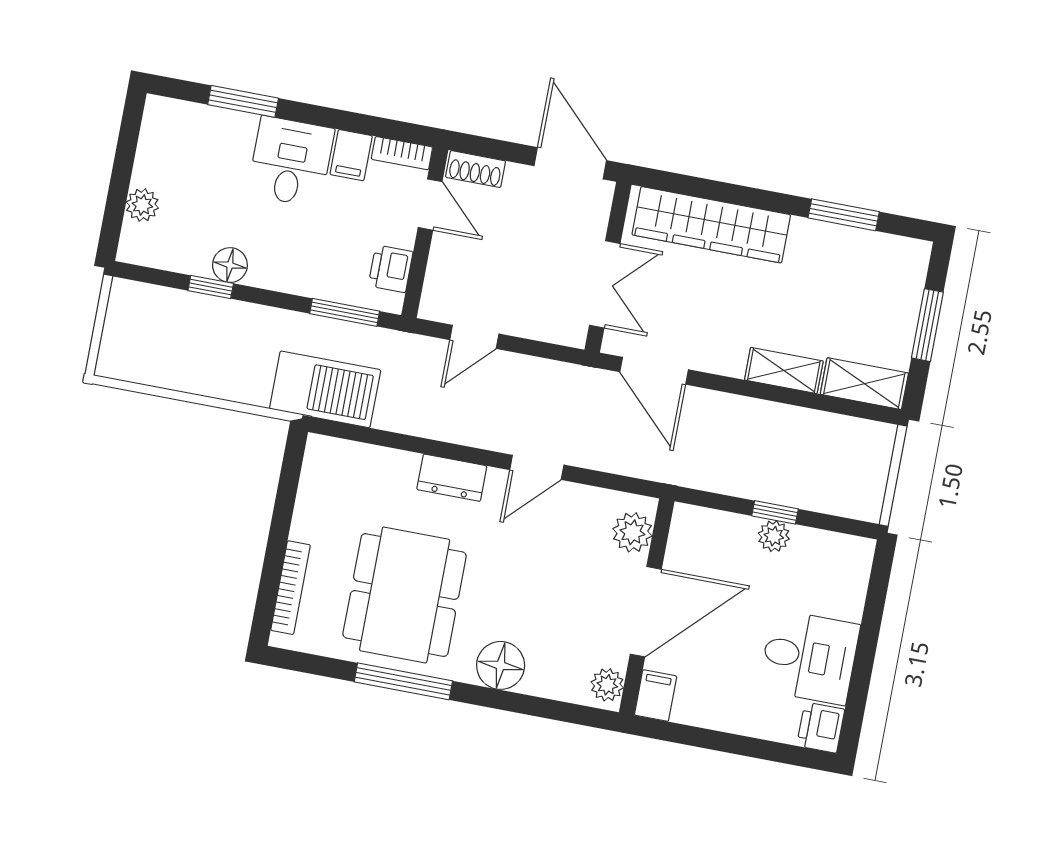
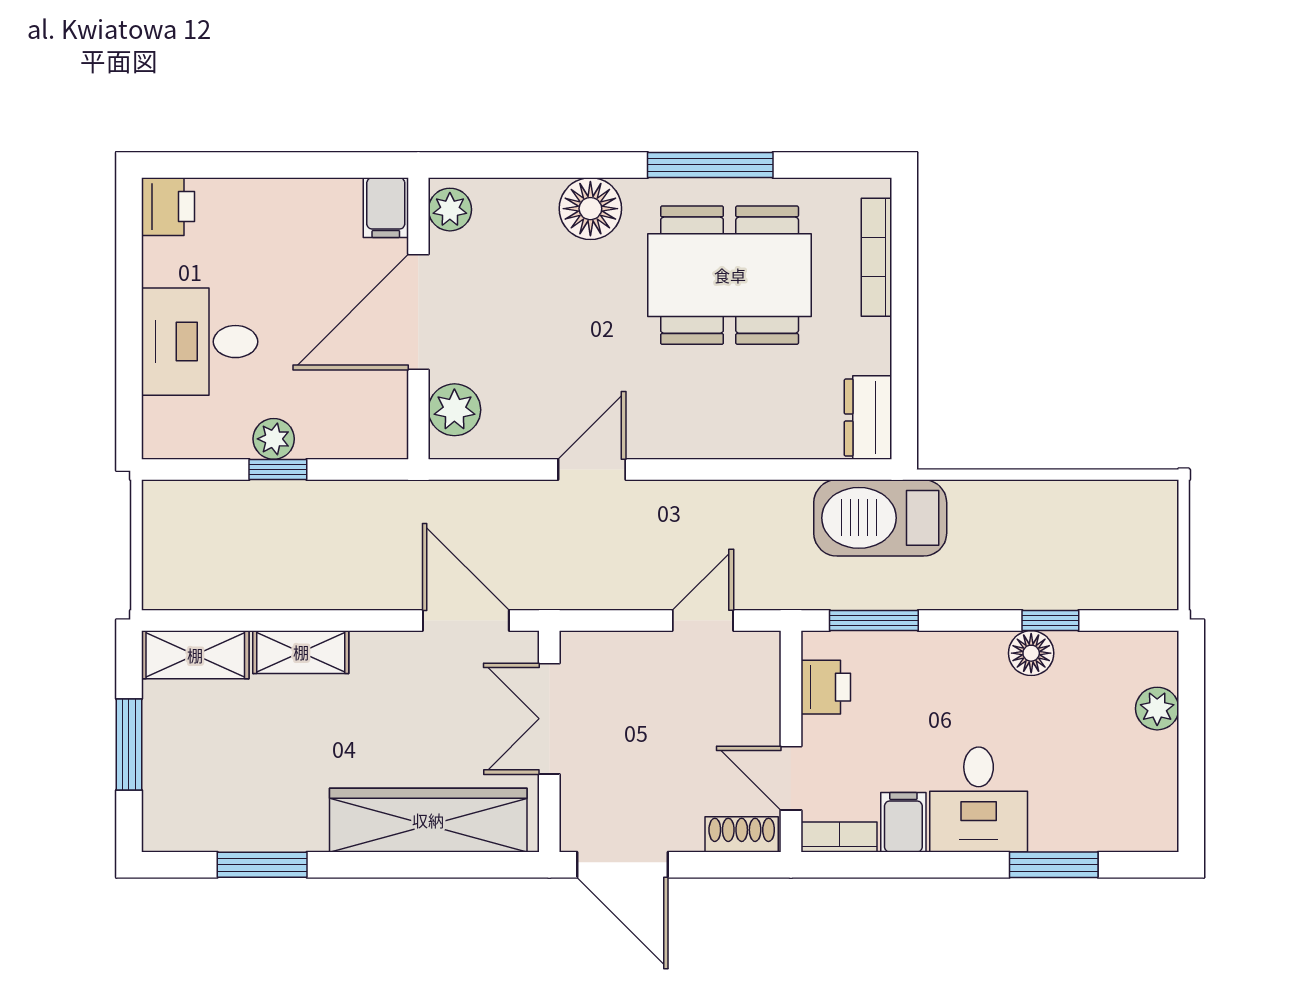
dresser: (452, 478) -> (868, 418), moved, turned -90
dining table: (405, 595) -> (730, 275), turned 90
desk: (809, 657) -> (200, 342), moved

